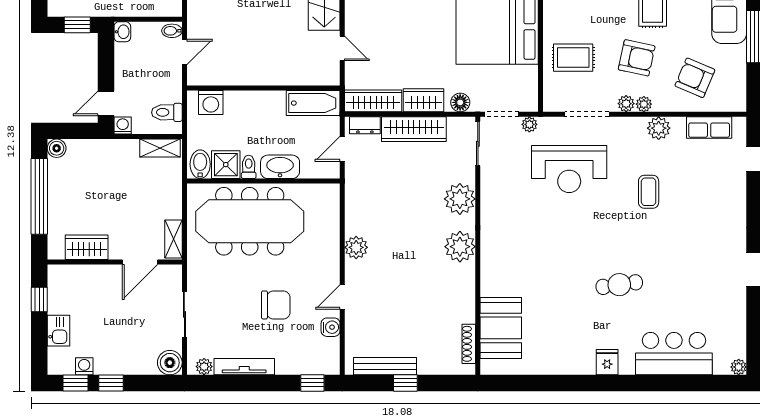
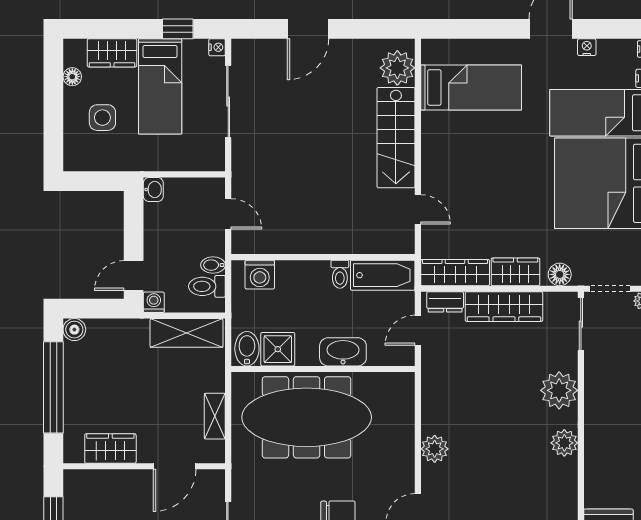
window: (77, 25) -> (99, 181), removed
bidet: (172, 31) -> (213, 265), moved
door: (184, 52) -> (228, 214), hinge flipped
shelving: (160, 148) -> (187, 333), width x1.50, depth x1.33
toilet: (249, 167) -> (340, 274), moved, turned 180
shelving: (173, 239) -> (215, 416), moved
plant: (460, 247) -> (564, 443), width x0.73, depth x0.73

